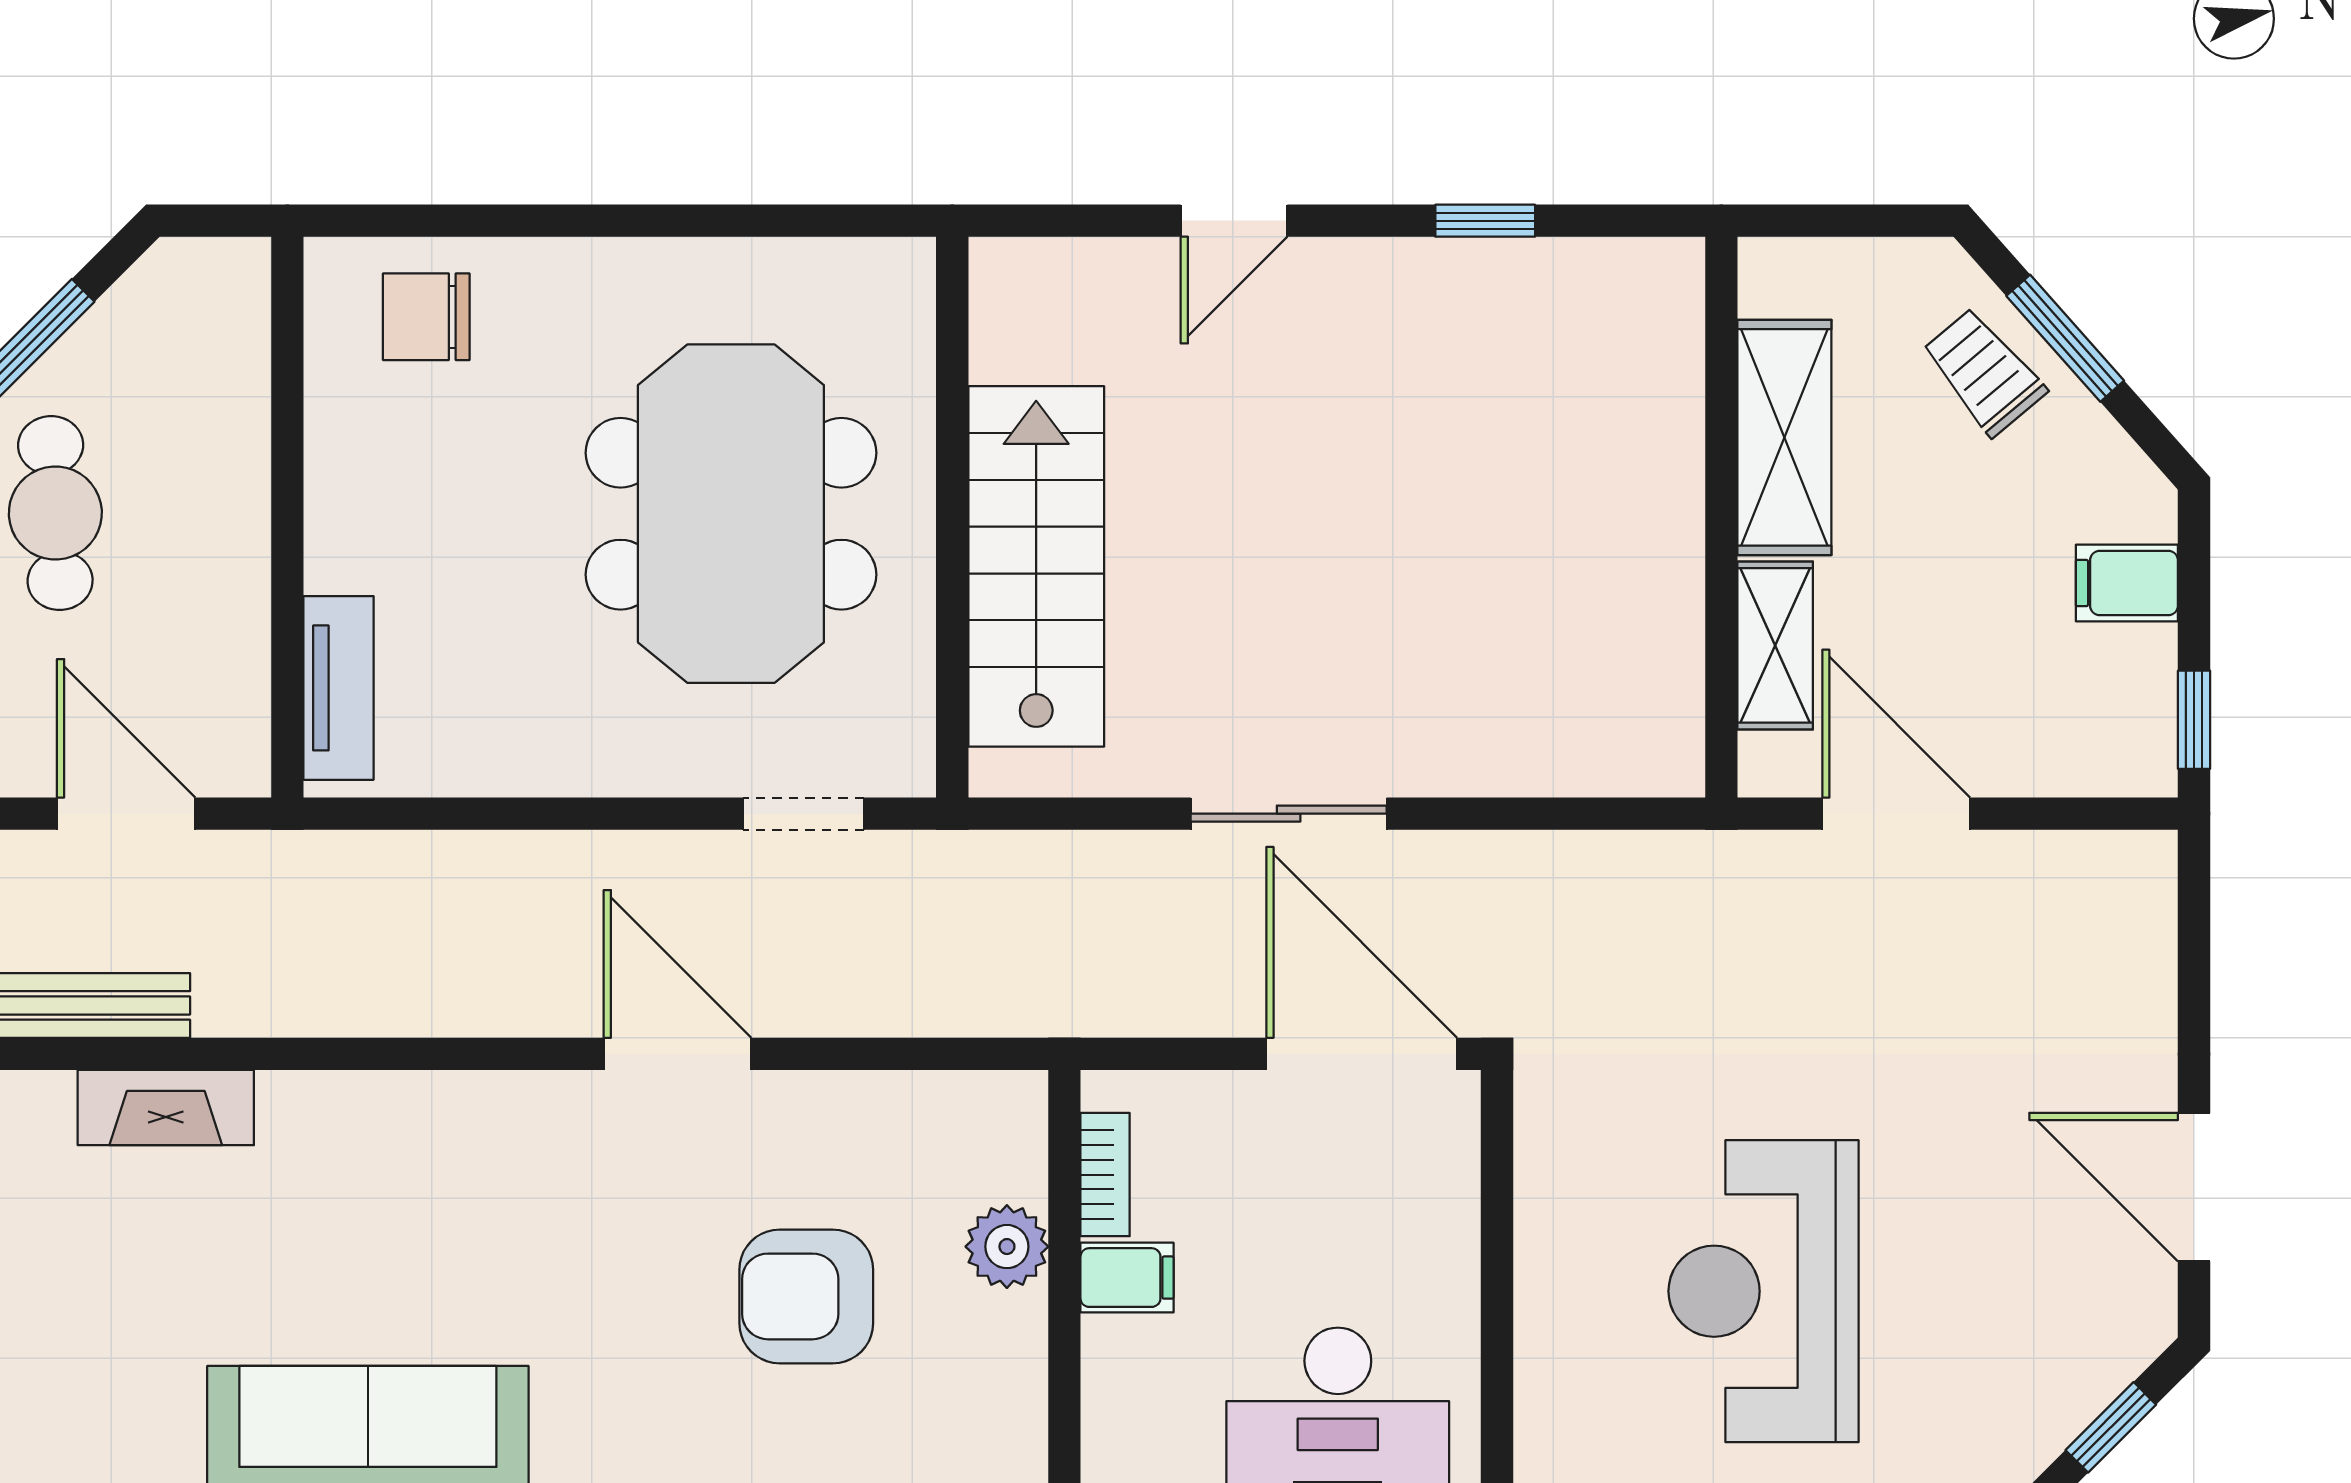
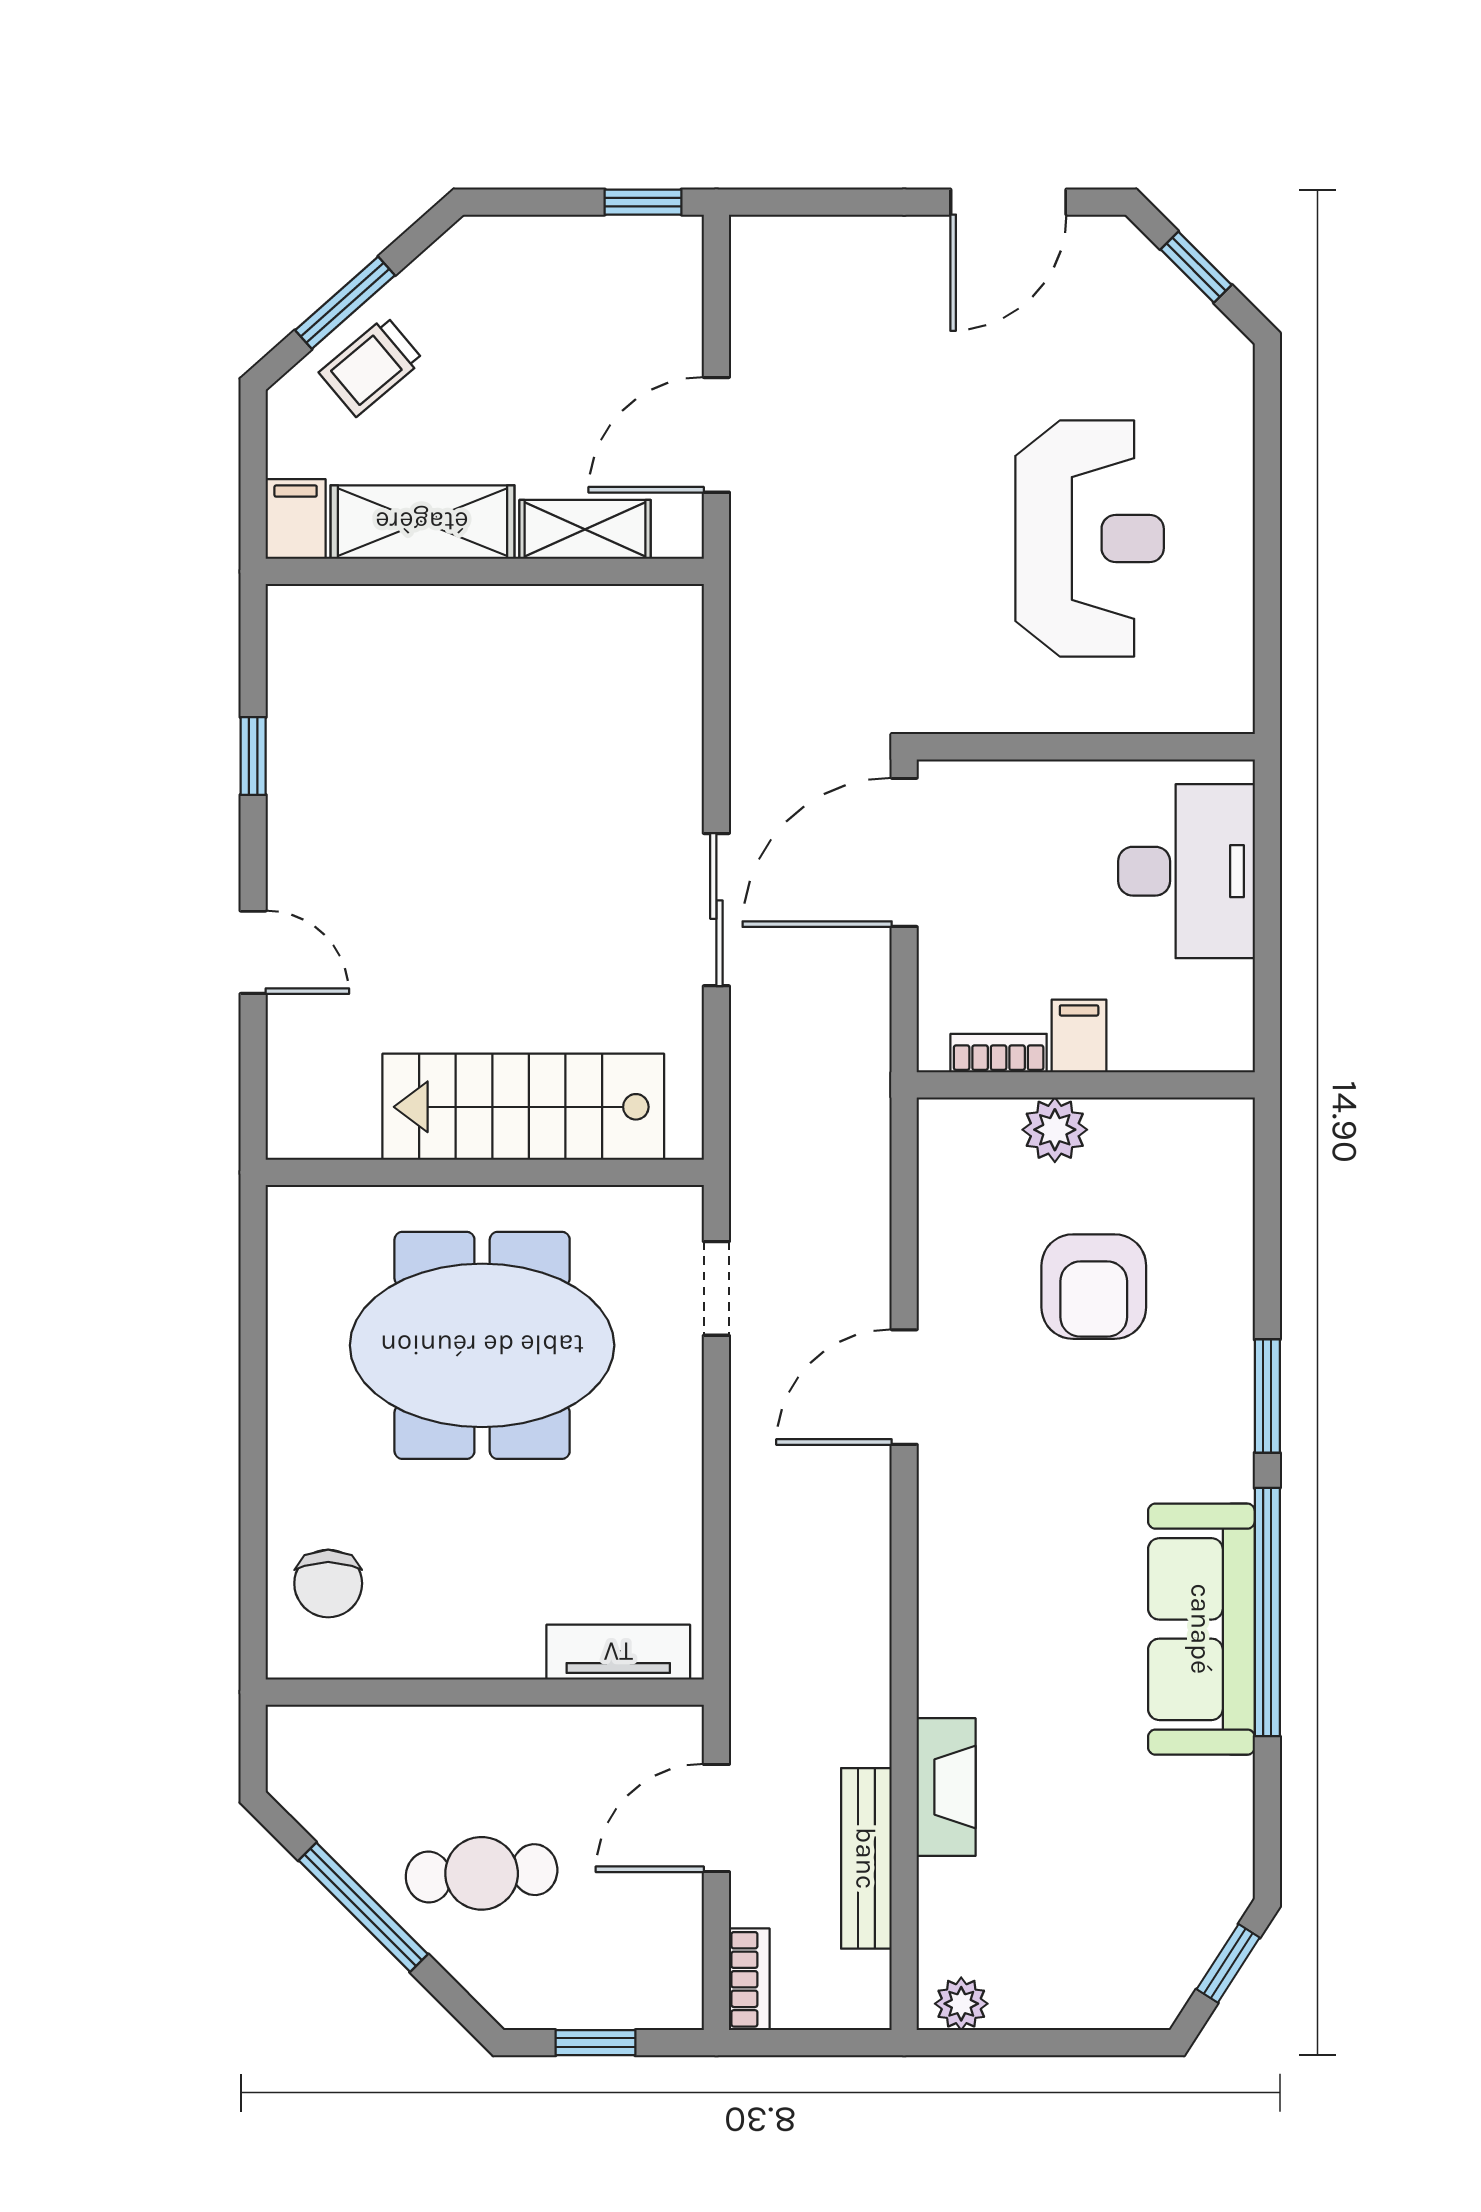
filing cabinet: (2127, 583) -> (296, 519), moved, turned 180
reception desk: (1764, 1291) -> (1090, 538), turned -90

